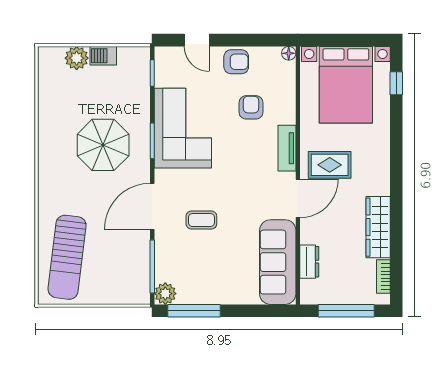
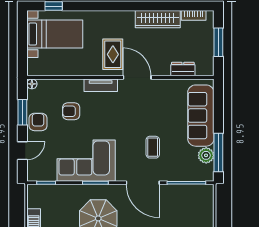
window: (250, 40) -> (22, 112), added
bed with nightstands: (346, 85) -> (55, 34), width x0.73
sofa: (278, 262) -> (201, 116), moved, turned 90
plant: (165, 294) -> (206, 155), moved
window: (346, 311) -> (218, 42), width x0.69

